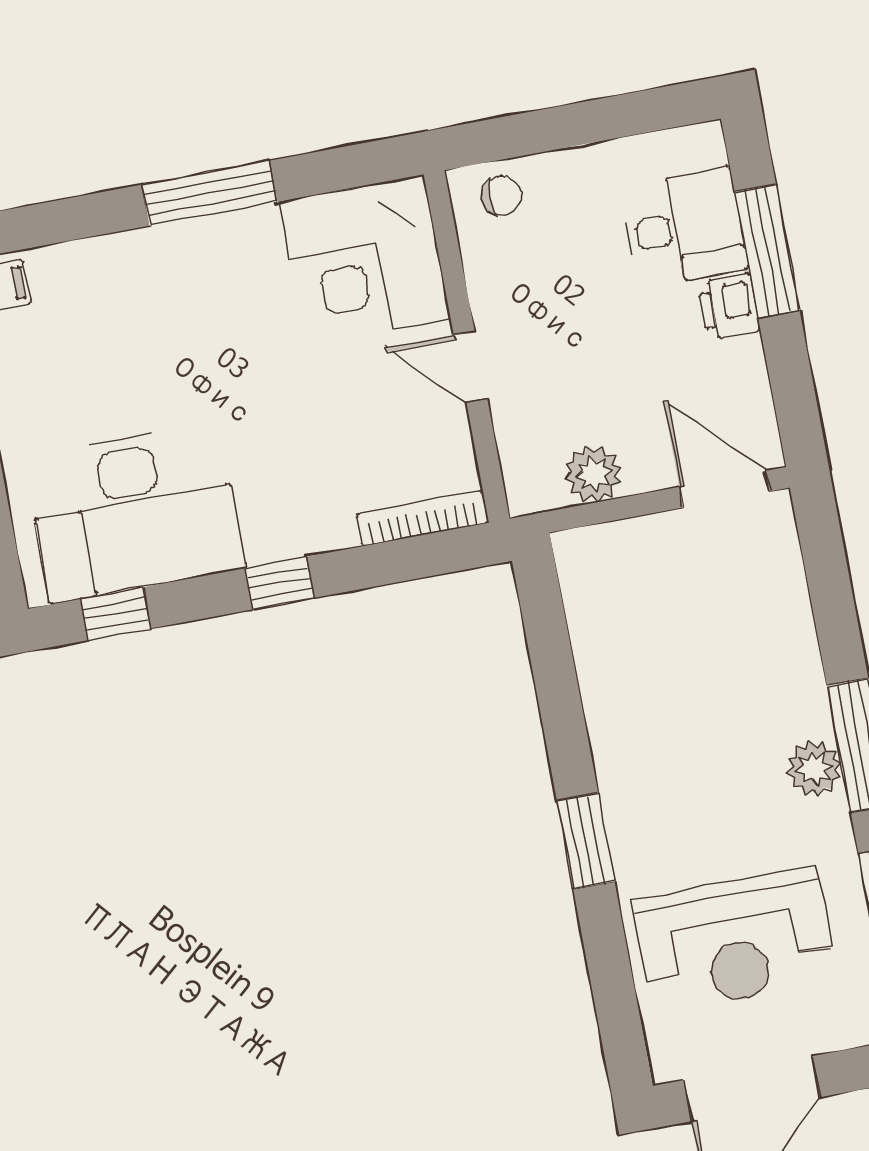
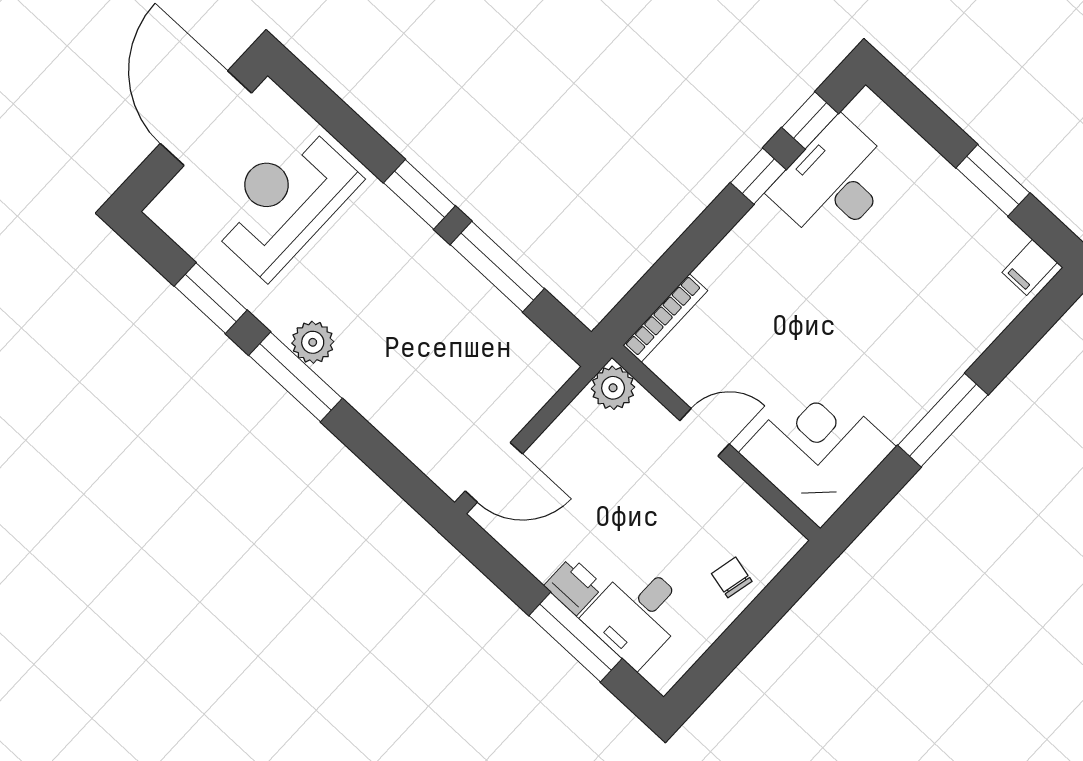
chair: (501, 196) -> (732, 577), moved, turned 103
plant: (593, 474) -> (613, 388), moved
desk: (135, 513) -> (834, 182), width x0.73, depth x0.77
window: (279, 583) -> (758, 176), moved
window: (560, 704) -> (497, 267), added

